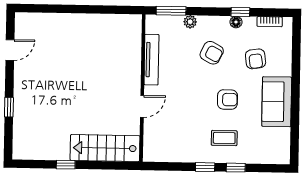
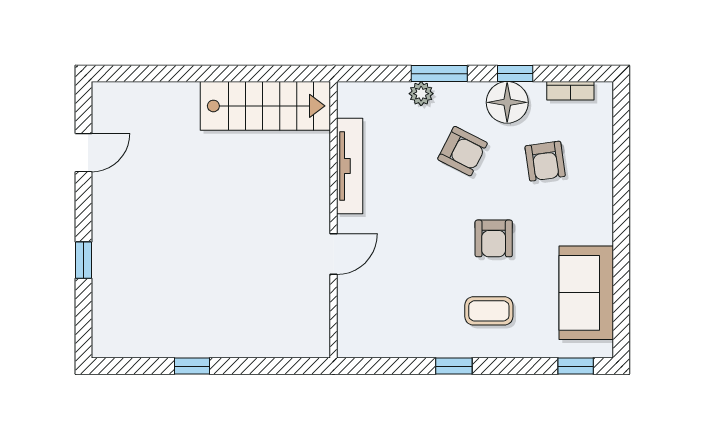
window: (171, 11) -> (439, 74), moved
floor lamp: (236, 22) -> (507, 102), width x1.89, depth x1.89
armchair: (227, 100) -> (494, 238), turned 90
sofa: (277, 102) -> (586, 293), moved
stairs: (105, 148) -> (265, 106), moved, turned 180
window: (236, 168) -> (576, 366), moved

